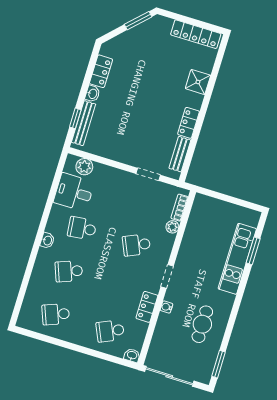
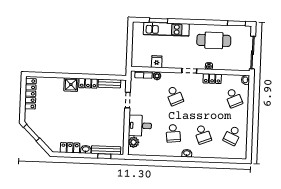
shower: (198, 82) -> (71, 85), moved
desk: (74, 192) -> (140, 126), moved, turned 90
fridge: (193, 232) -> (157, 62), added
school desk: (56, 314) -> (232, 135), turned 45
cafe table: (202, 324) -> (214, 40), width x1.37, depth x1.35

